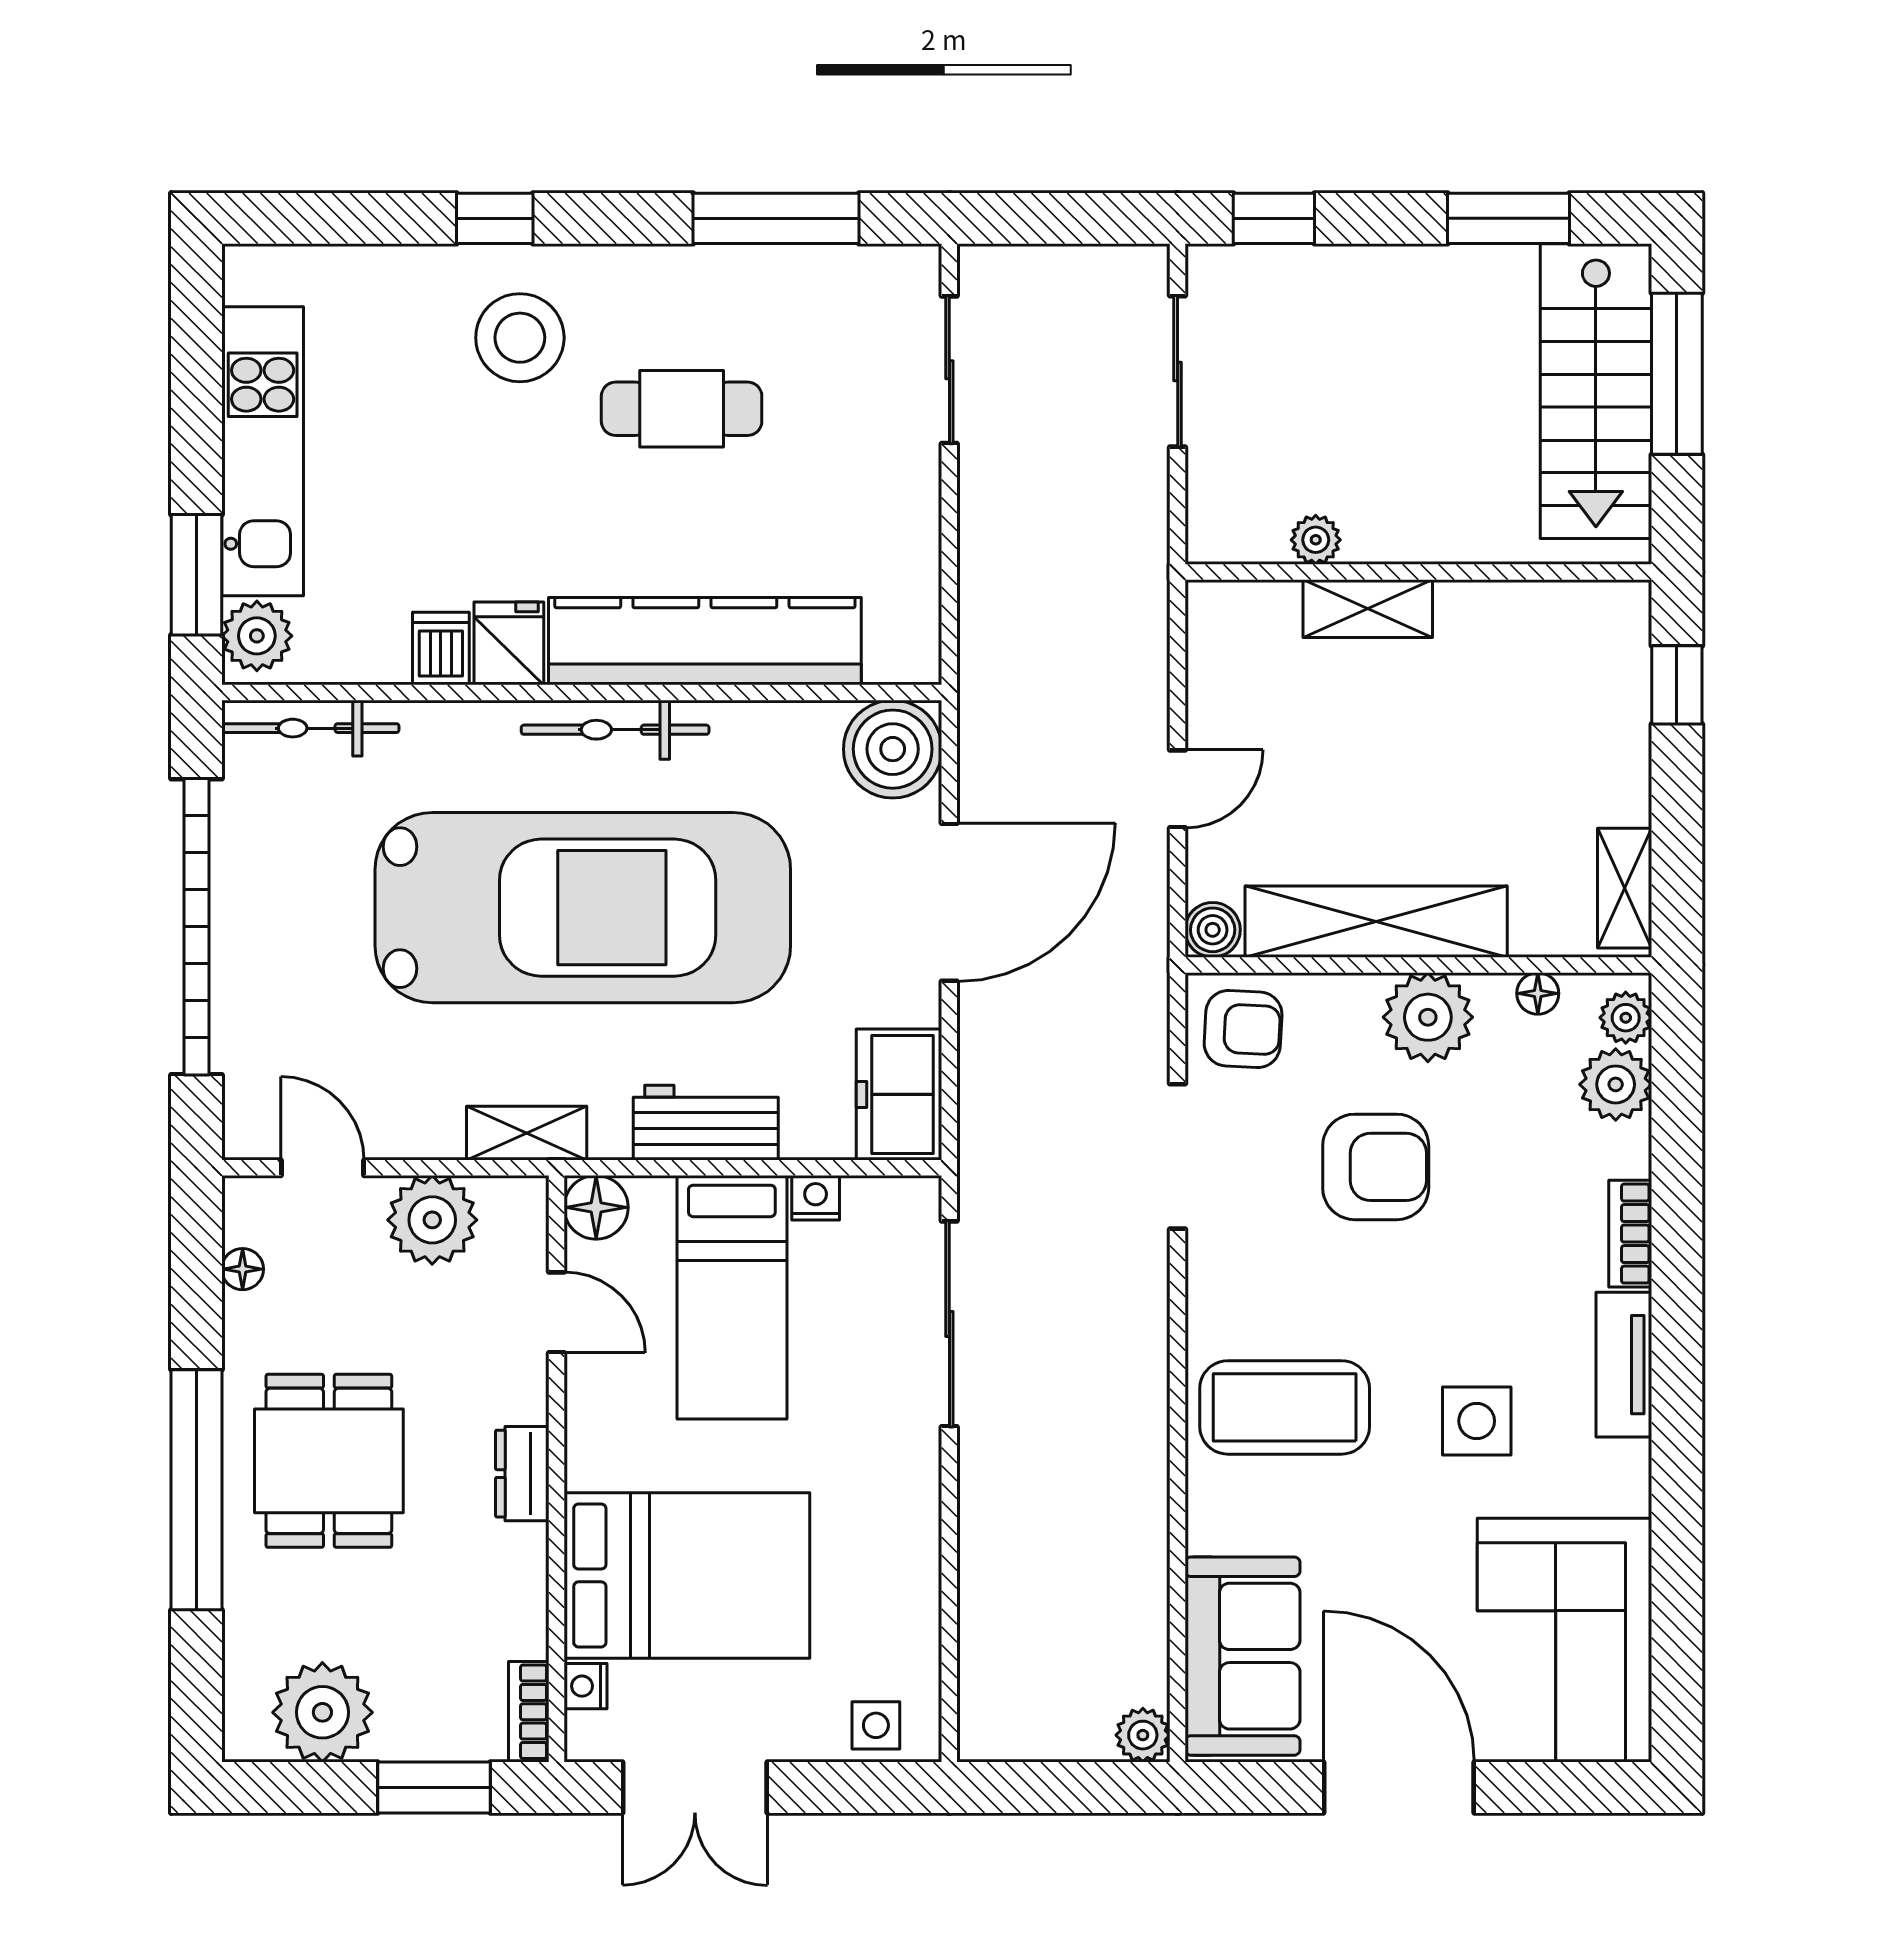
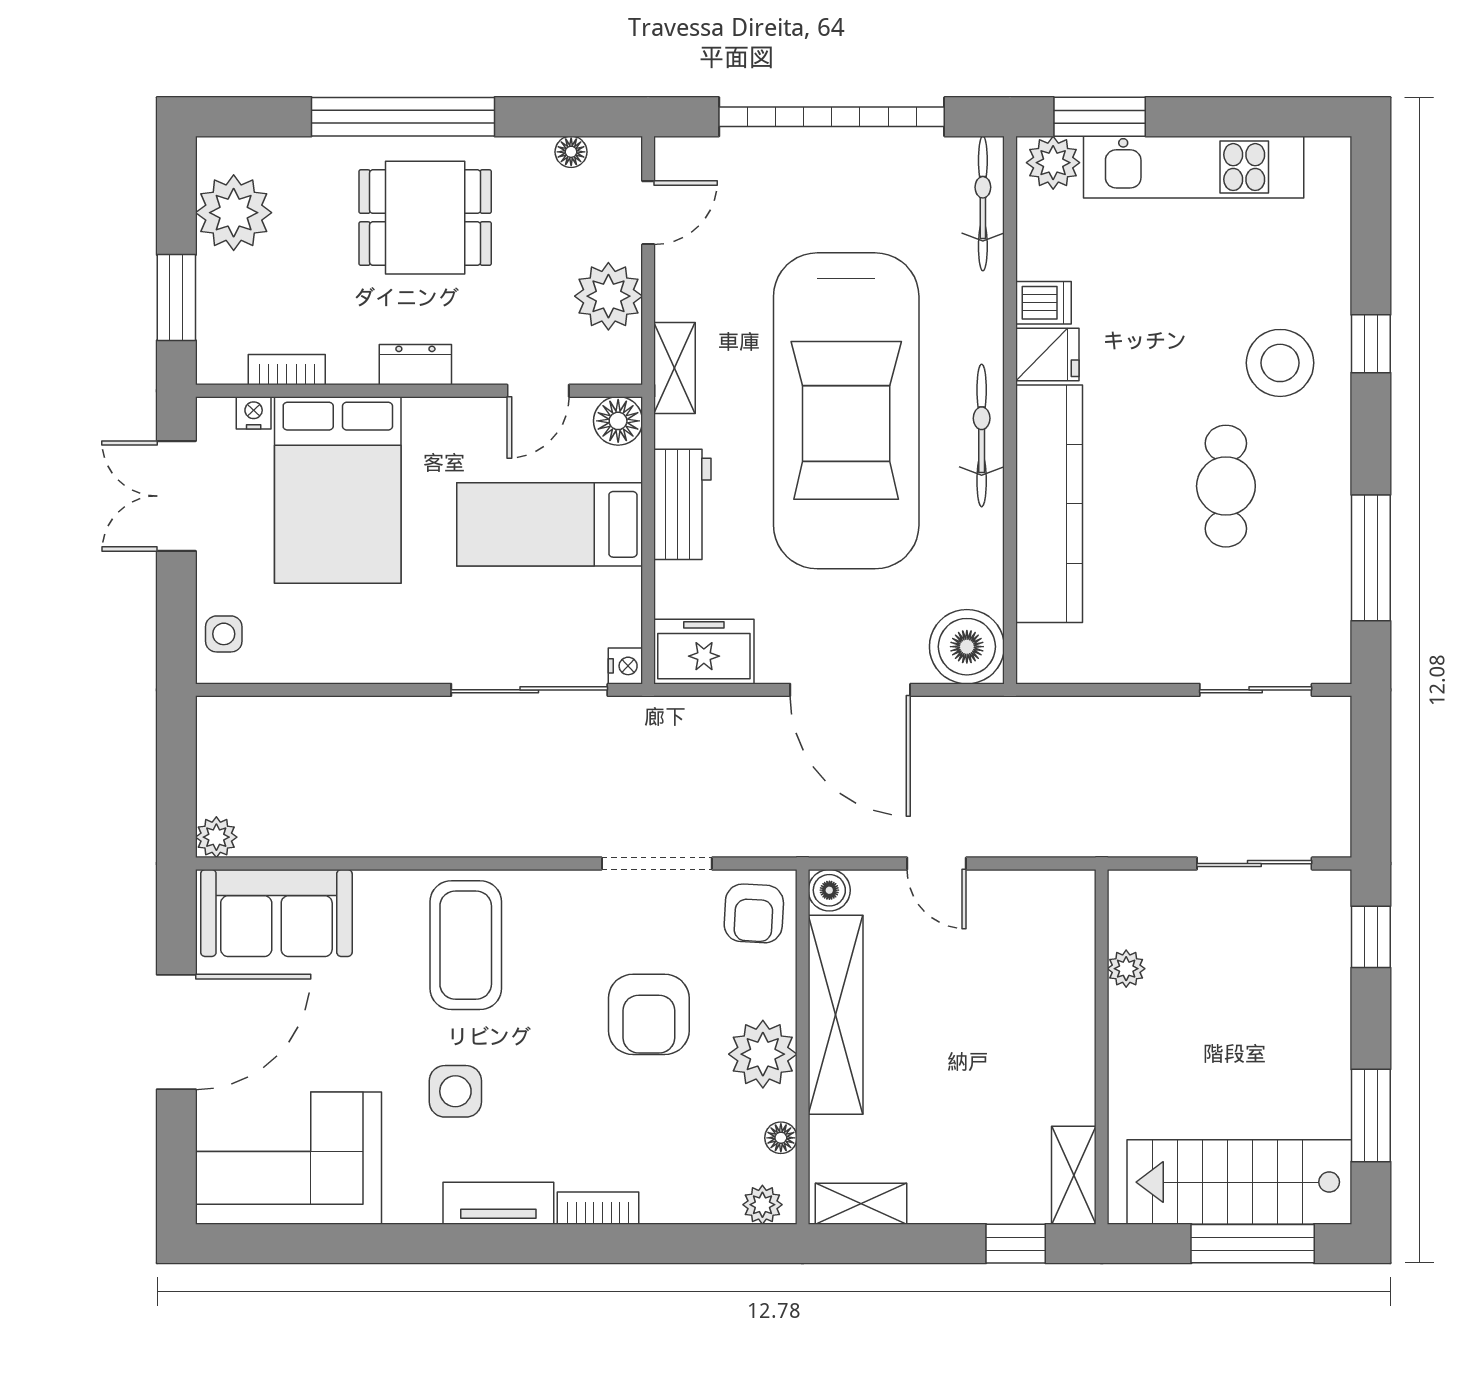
shelving: (1368, 609) -> (1074, 1175), moved
plant: (1616, 1084) -> (712, 1197), removed
nightstand: (816, 1198) -> (625, 666), moved
bookcase: (529, 1712) -> (287, 370), moved

